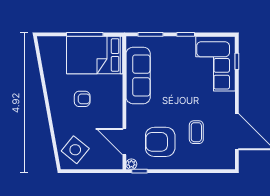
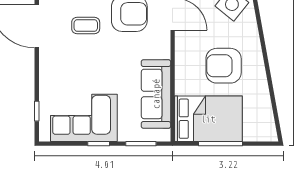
corner sofa: (216, 64) -> (84, 118), moved, turned -90
armchair: (82, 99) -> (224, 66), width x1.88, depth x1.88
coffee table: (196, 132) -> (86, 26), turned 90

